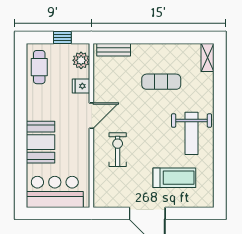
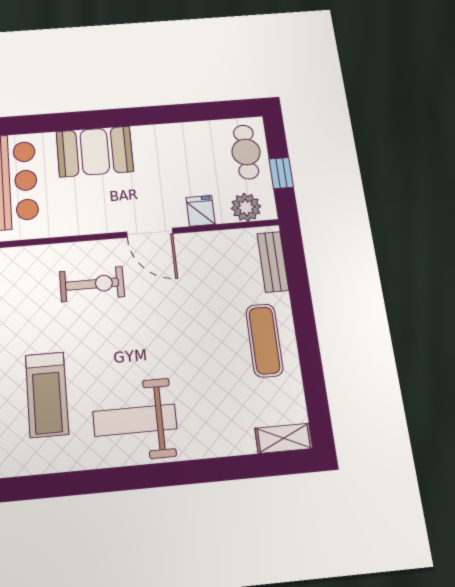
cafe table: (39, 67) -> (246, 152), moved, turned 90
exercise mat: (161, 82) -> (264, 340), moved

